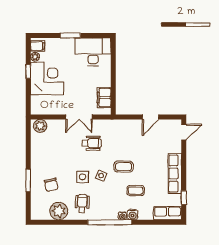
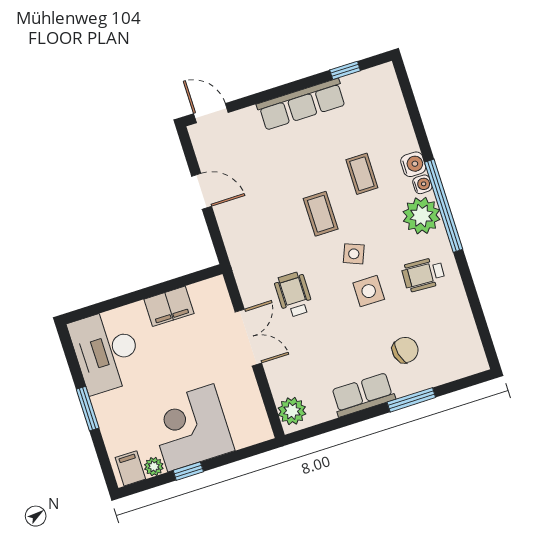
filing cabinet: (104, 98) -> (169, 306), moved
plant: (59, 211) -> (421, 216), moved
row of seats: (167, 213) -> (363, 395), moved, turned 90

